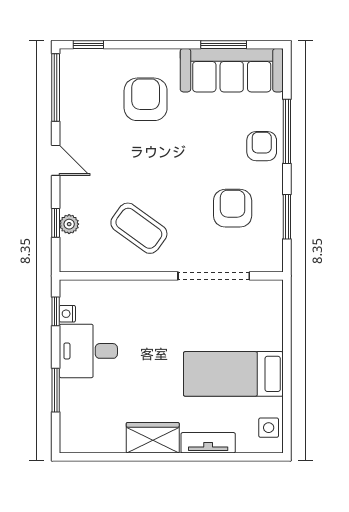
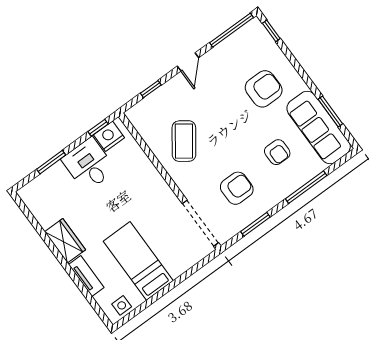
armchair: (262, 146) -> (277, 152), moved, turned 90
plant: (69, 224) -> (156, 98), removed
doorway: (214, 276) -> (200, 223), moved
nightstand: (67, 314) -> (109, 136), width x1.89, depth x1.79

